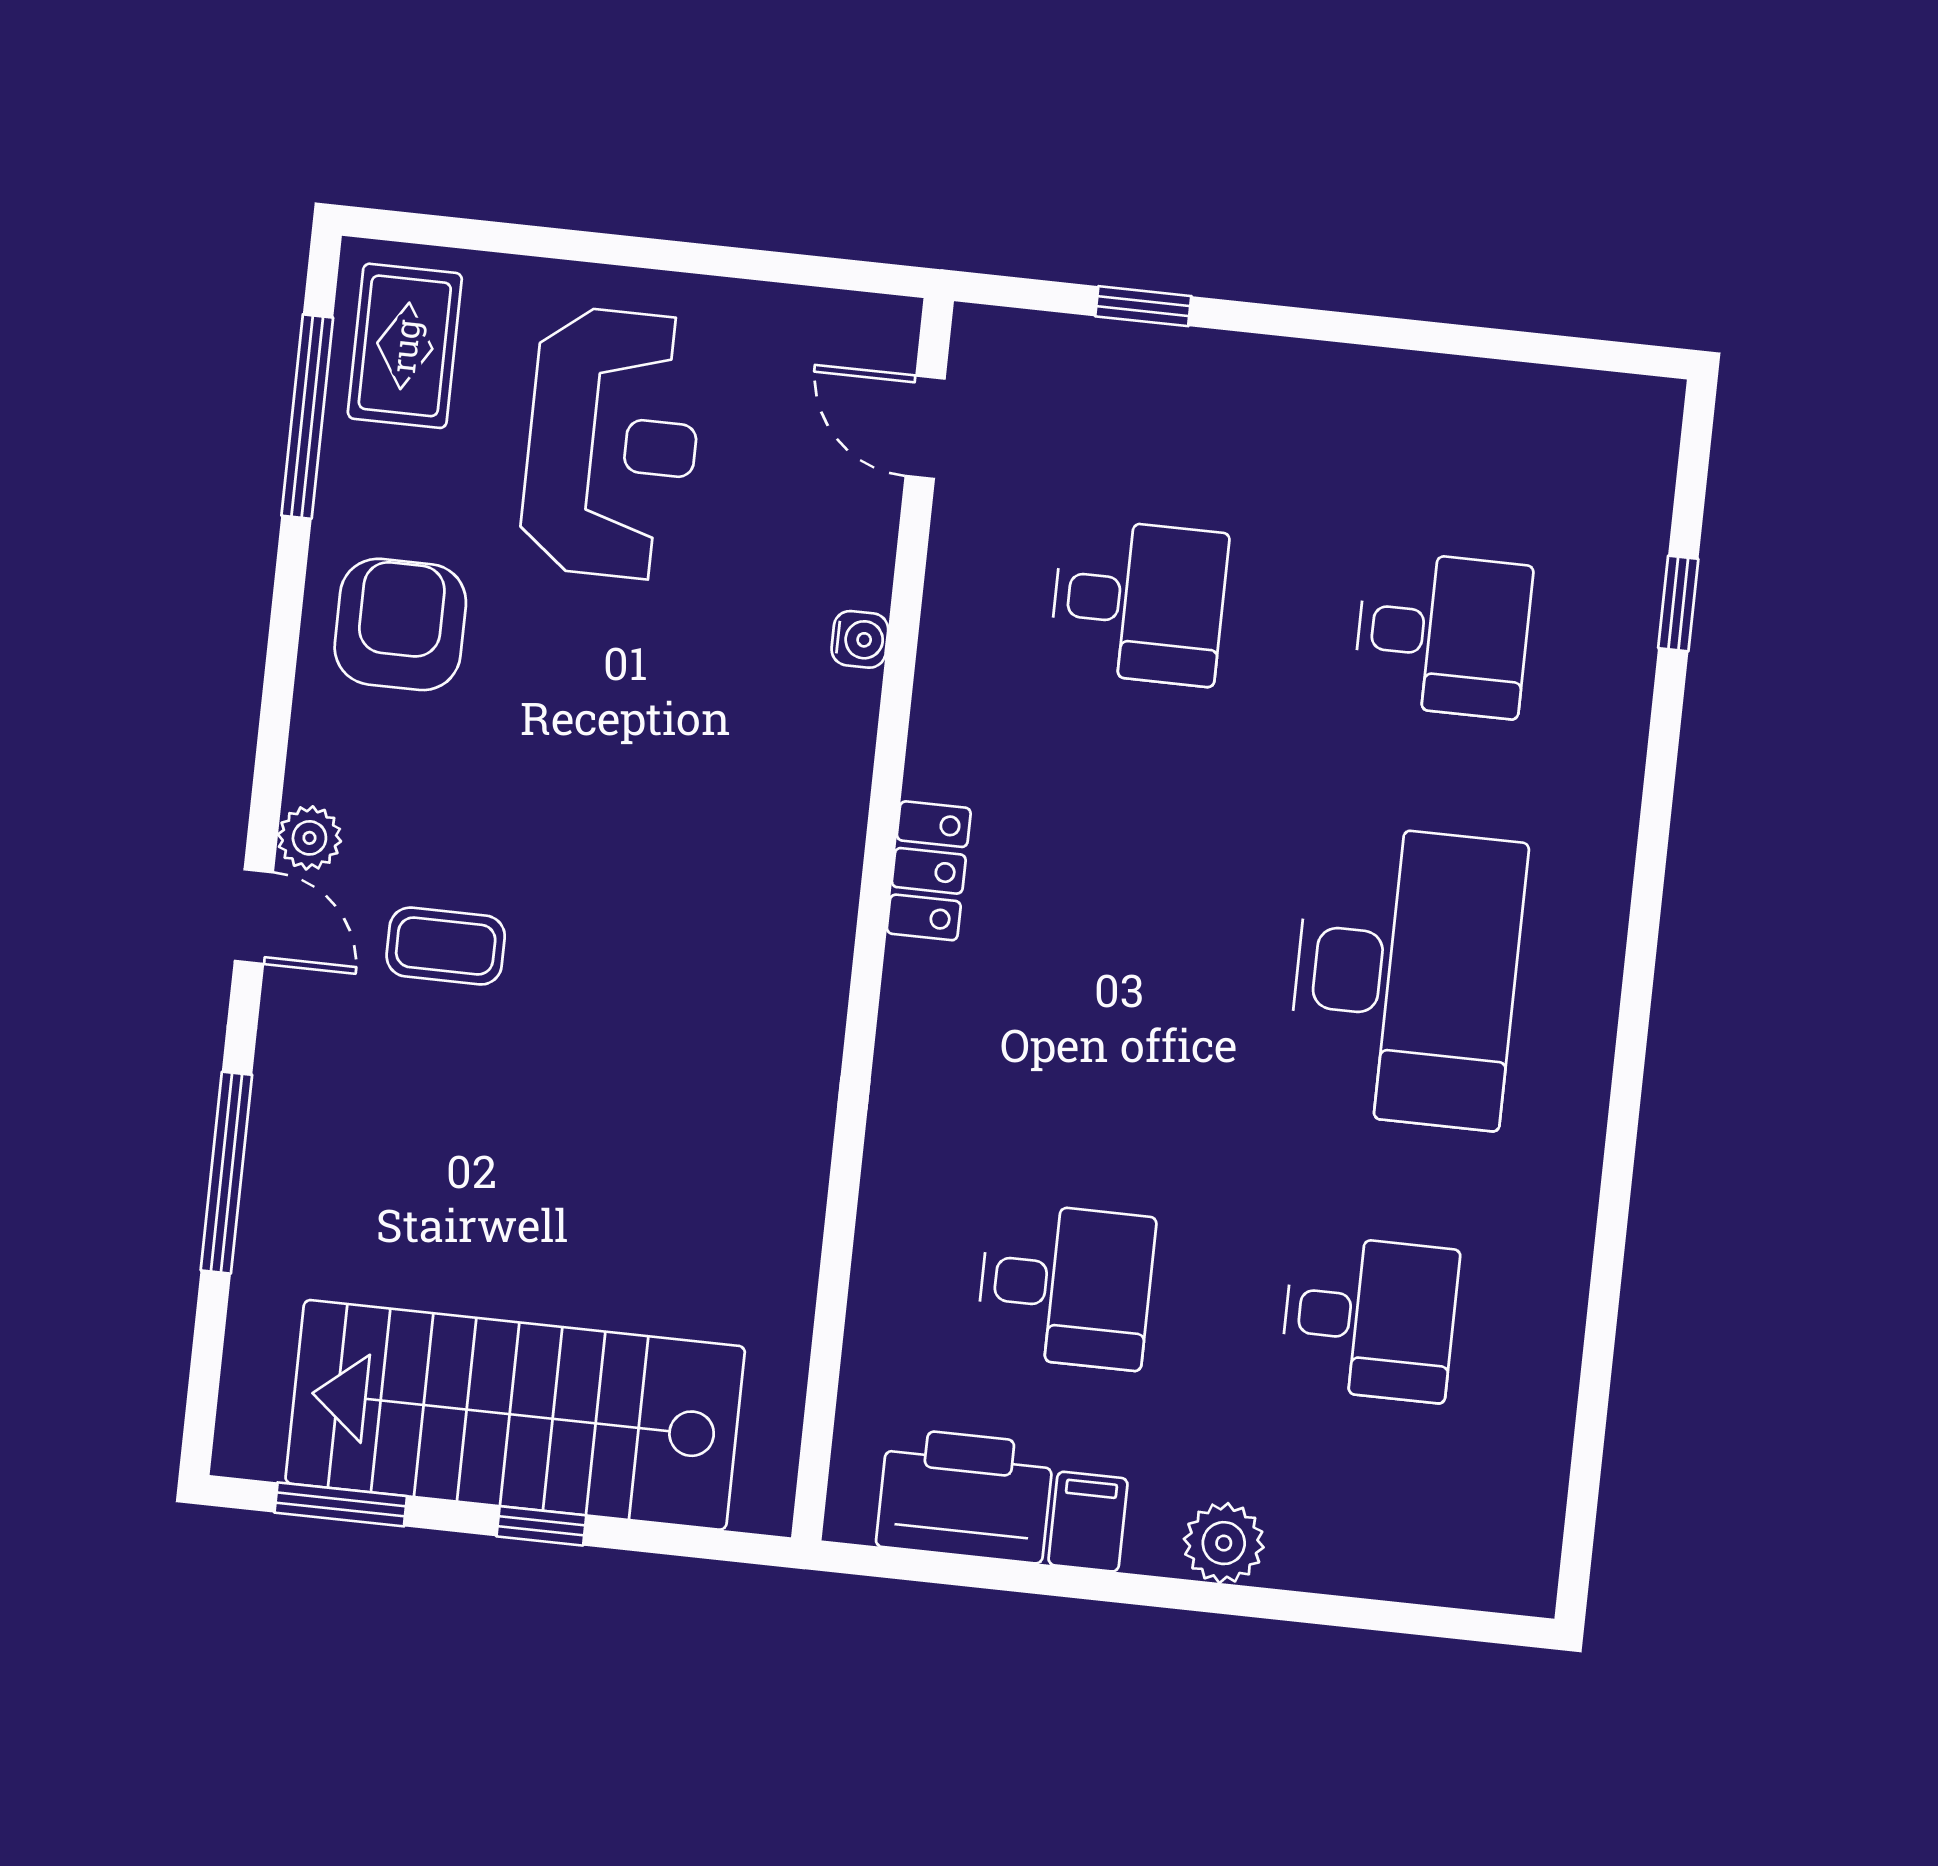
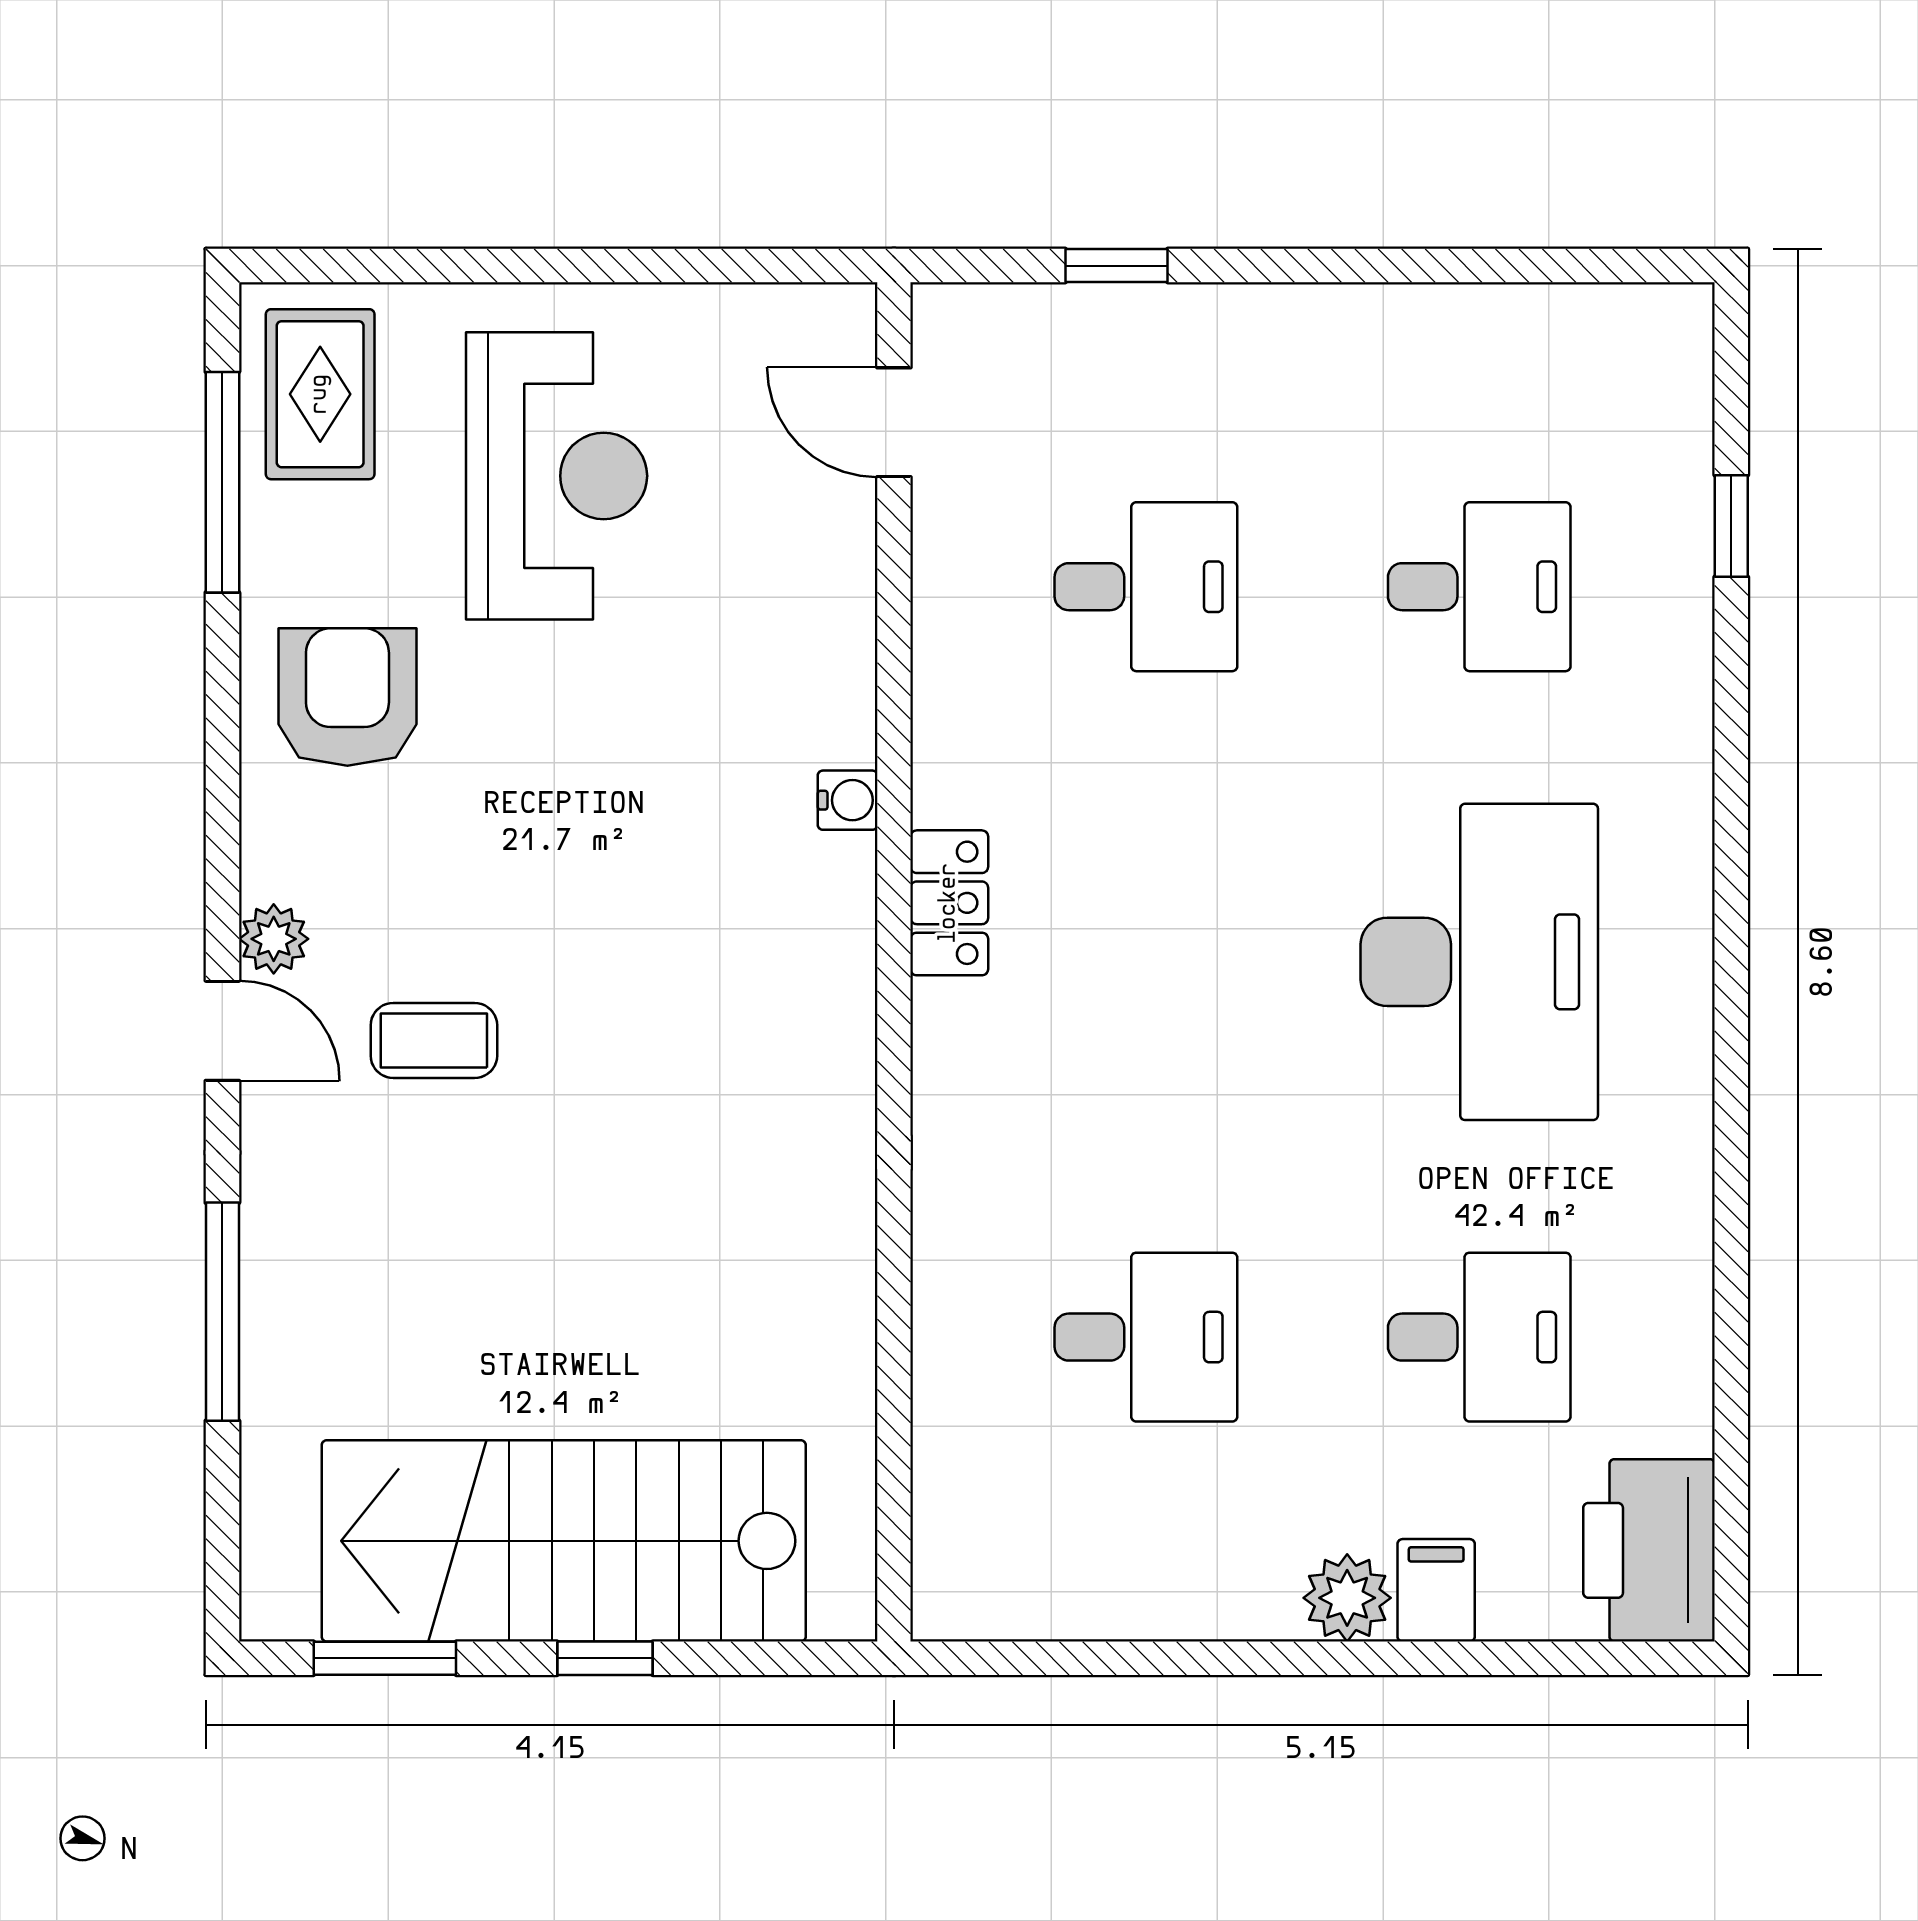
water cooler: (860, 639) -> (848, 800), moved
printer: (965, 1495) -> (1649, 1550), moved, turned -90
filing cabinet: (1088, 1522) -> (1436, 1590), moved

